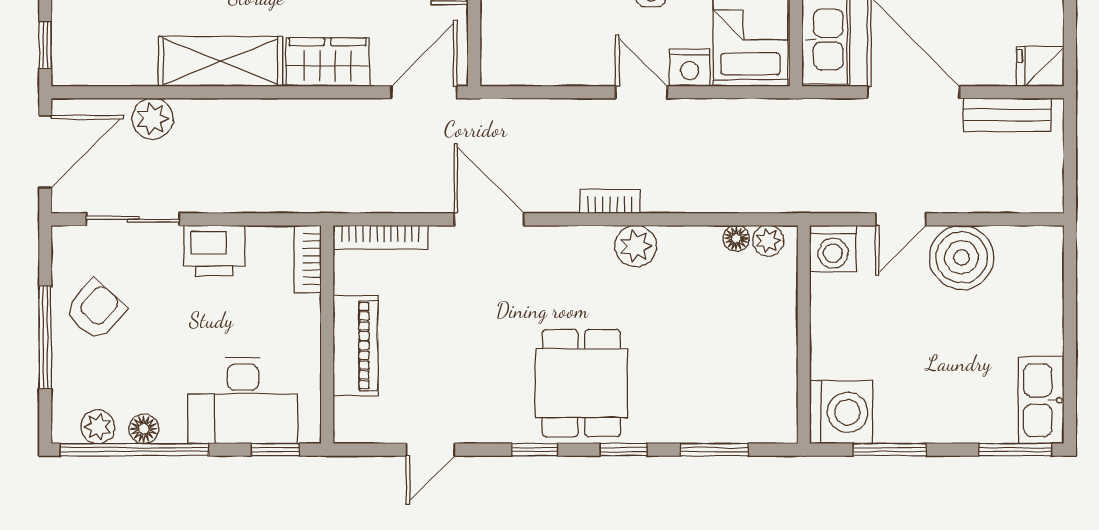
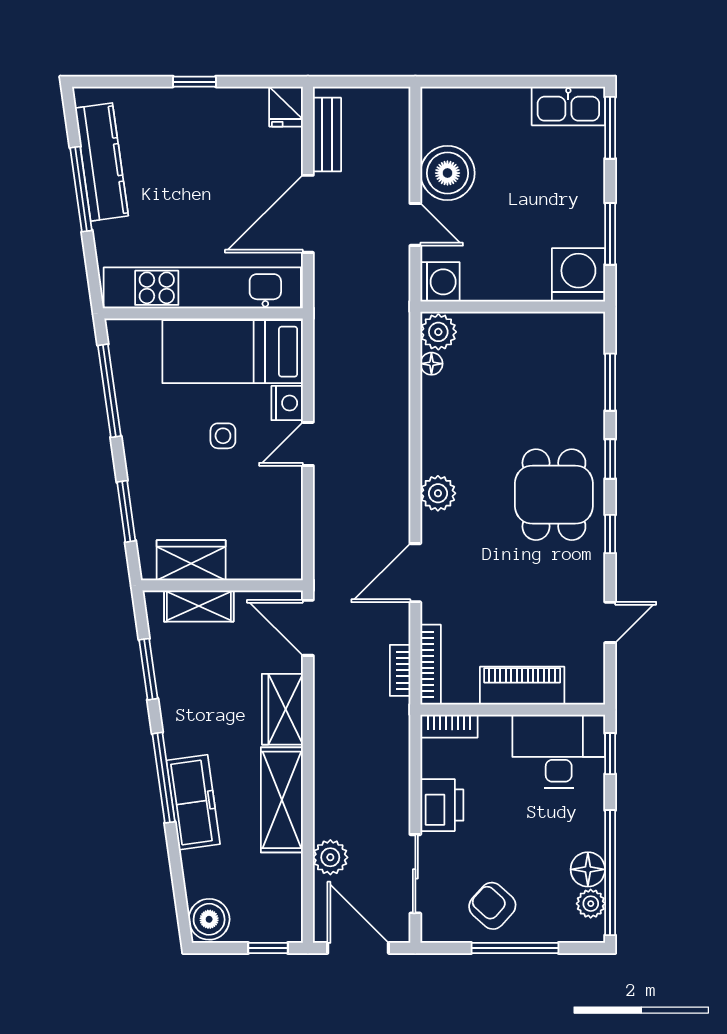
bookcase: (610, 201) -> (400, 670), moved
plant: (768, 241) -> (438, 332), width x1.38, depth x1.38
plant: (636, 246) -> (438, 493), moved
dining table: (581, 383) -> (554, 495), turned 90
desk: (243, 401) -> (559, 751), moved, turned -90
floor lamp: (144, 429) -> (588, 869), width x1.37, depth x1.37
door: (430, 450) -> (610, 622), hinge flipped

